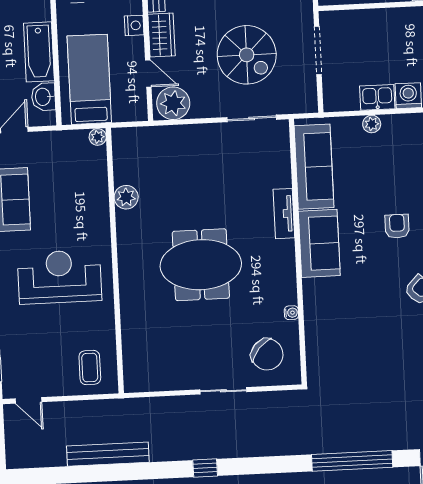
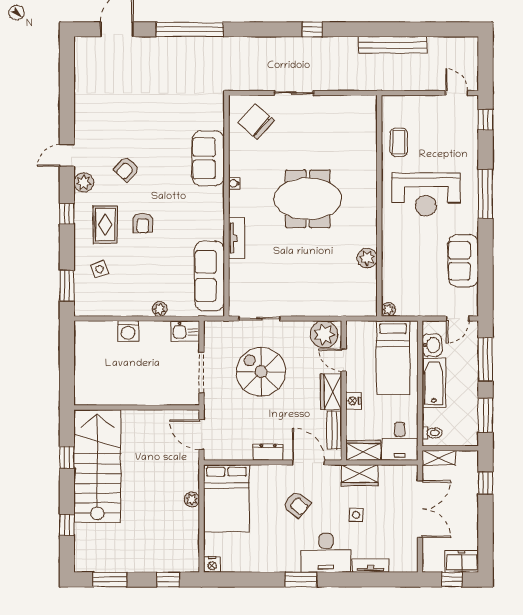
kitchen sink: (377, 97) -> (185, 331), moved
sofa: (319, 243) -> (208, 158), moved
water cooler: (291, 313) -> (234, 183), moved
coffee table: (90, 367) -> (399, 142), moved

